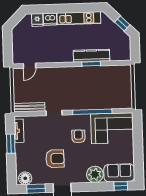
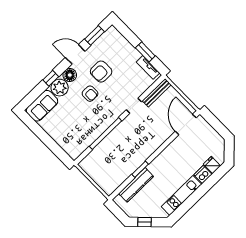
kitchen counter: (92, 56) -> (136, 185), moved
door: (29, 66) -> (186, 125), width x1.88
corner sofa: (112, 128) -> (79, 135), removed
armchair: (78, 136) -> (90, 94), moved
floor lamp: (25, 178) -> (70, 75), moved
window: (121, 186) -> (51, 78), moved

